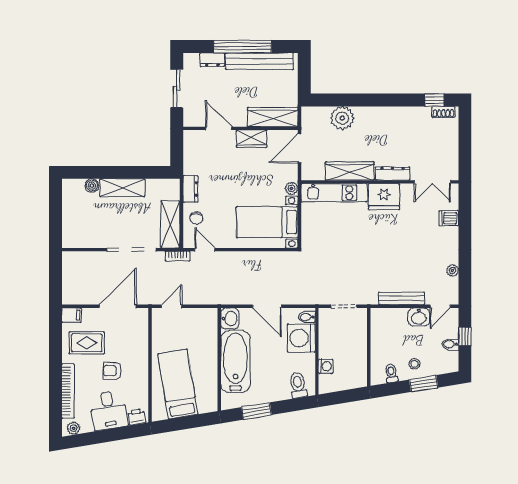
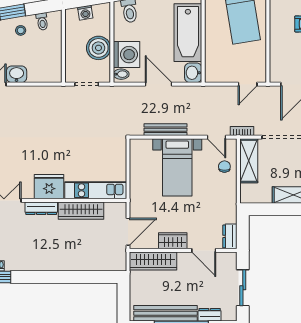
plant: (342, 118) -> (88, 260), removed
plant: (292, 188) -> (136, 194), removed
dresser: (191, 189) -> (230, 236), moved
bed with nightstands: (267, 222) -> (177, 167), moved, turned 90
bench: (402, 298) -> (165, 130), moved
boiler: (331, 345) -> (98, 48), added
washing machine: (326, 366) -> (85, 13), moved, turned -99

